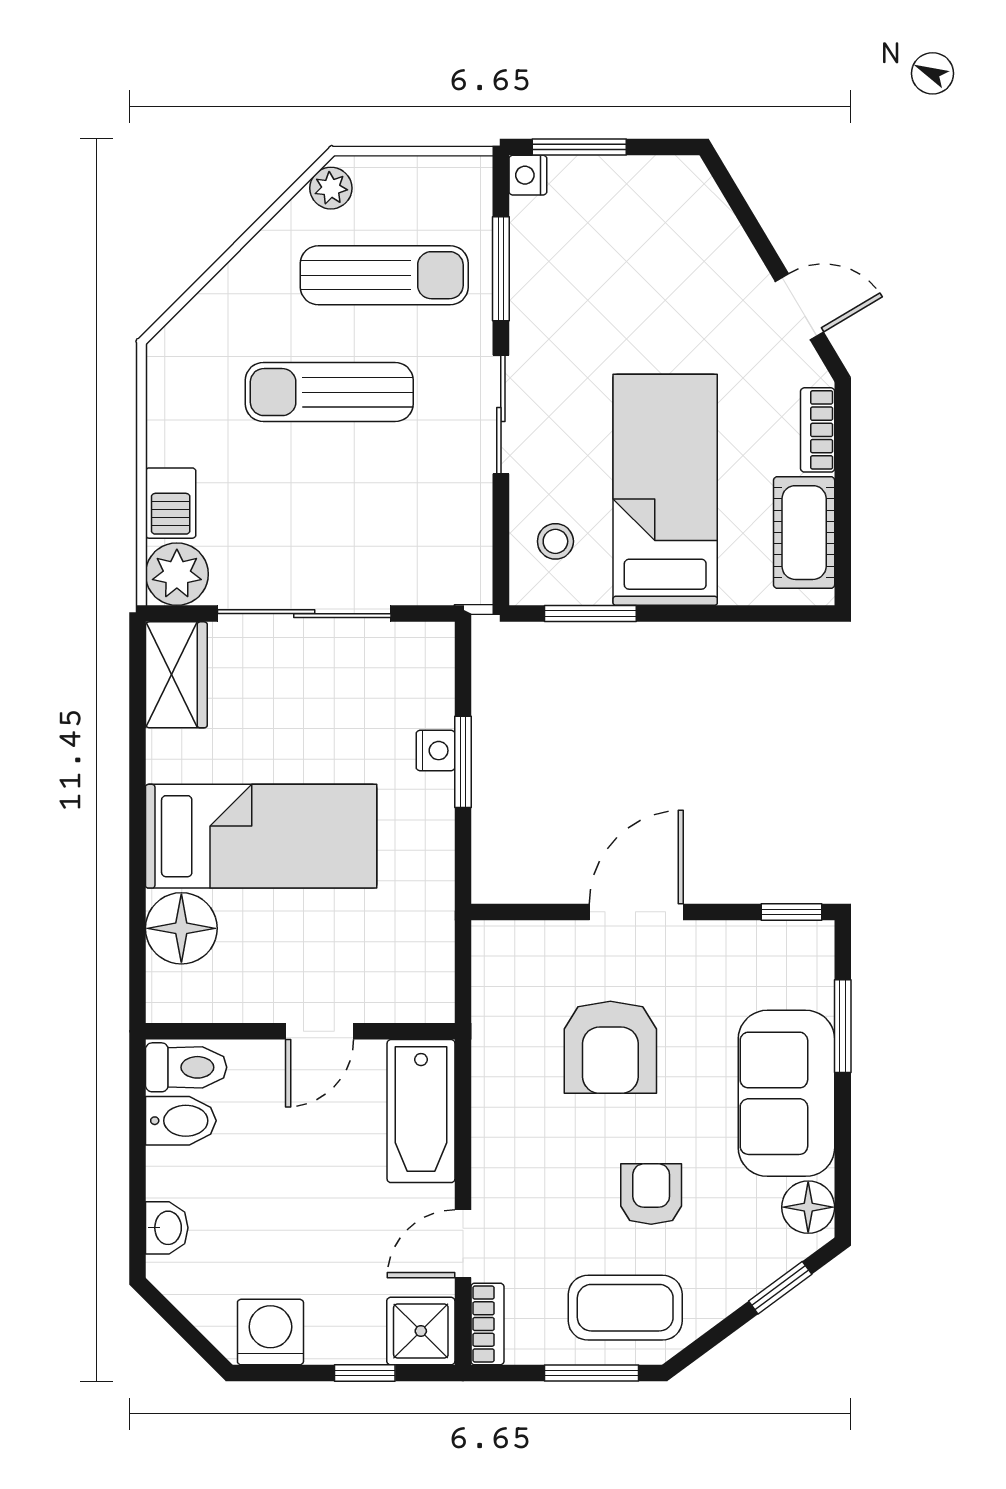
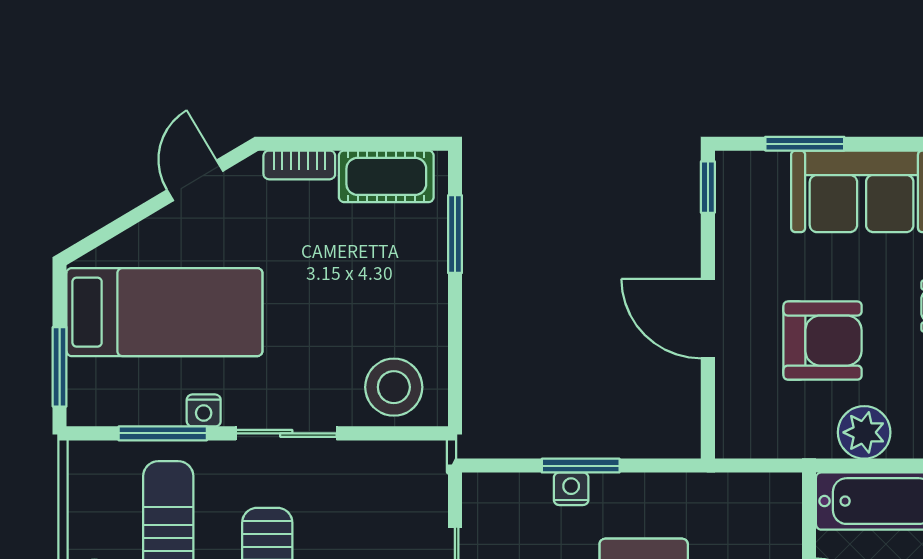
nightstand: (528, 175) -> (204, 410), moved
bed: (665, 490) -> (164, 312), moved, turned 180
stool: (555, 541) -> (394, 387), width x1.89, depth x1.89
window: (590, 614) -> (455, 234), moved
plant: (502, 1096) -> (864, 432), added

